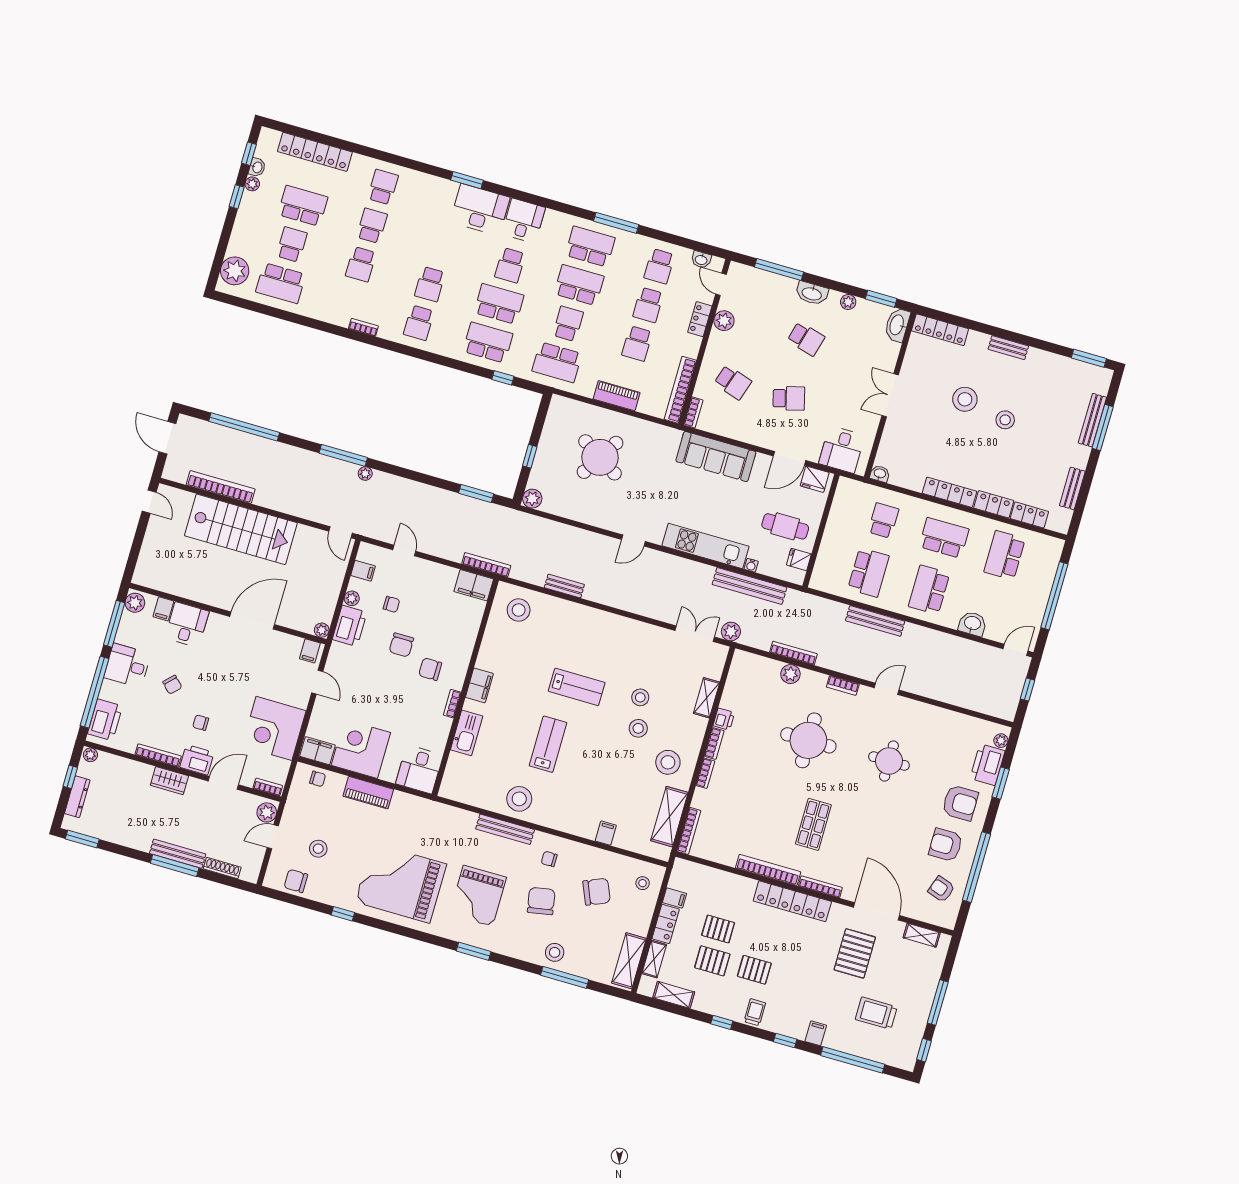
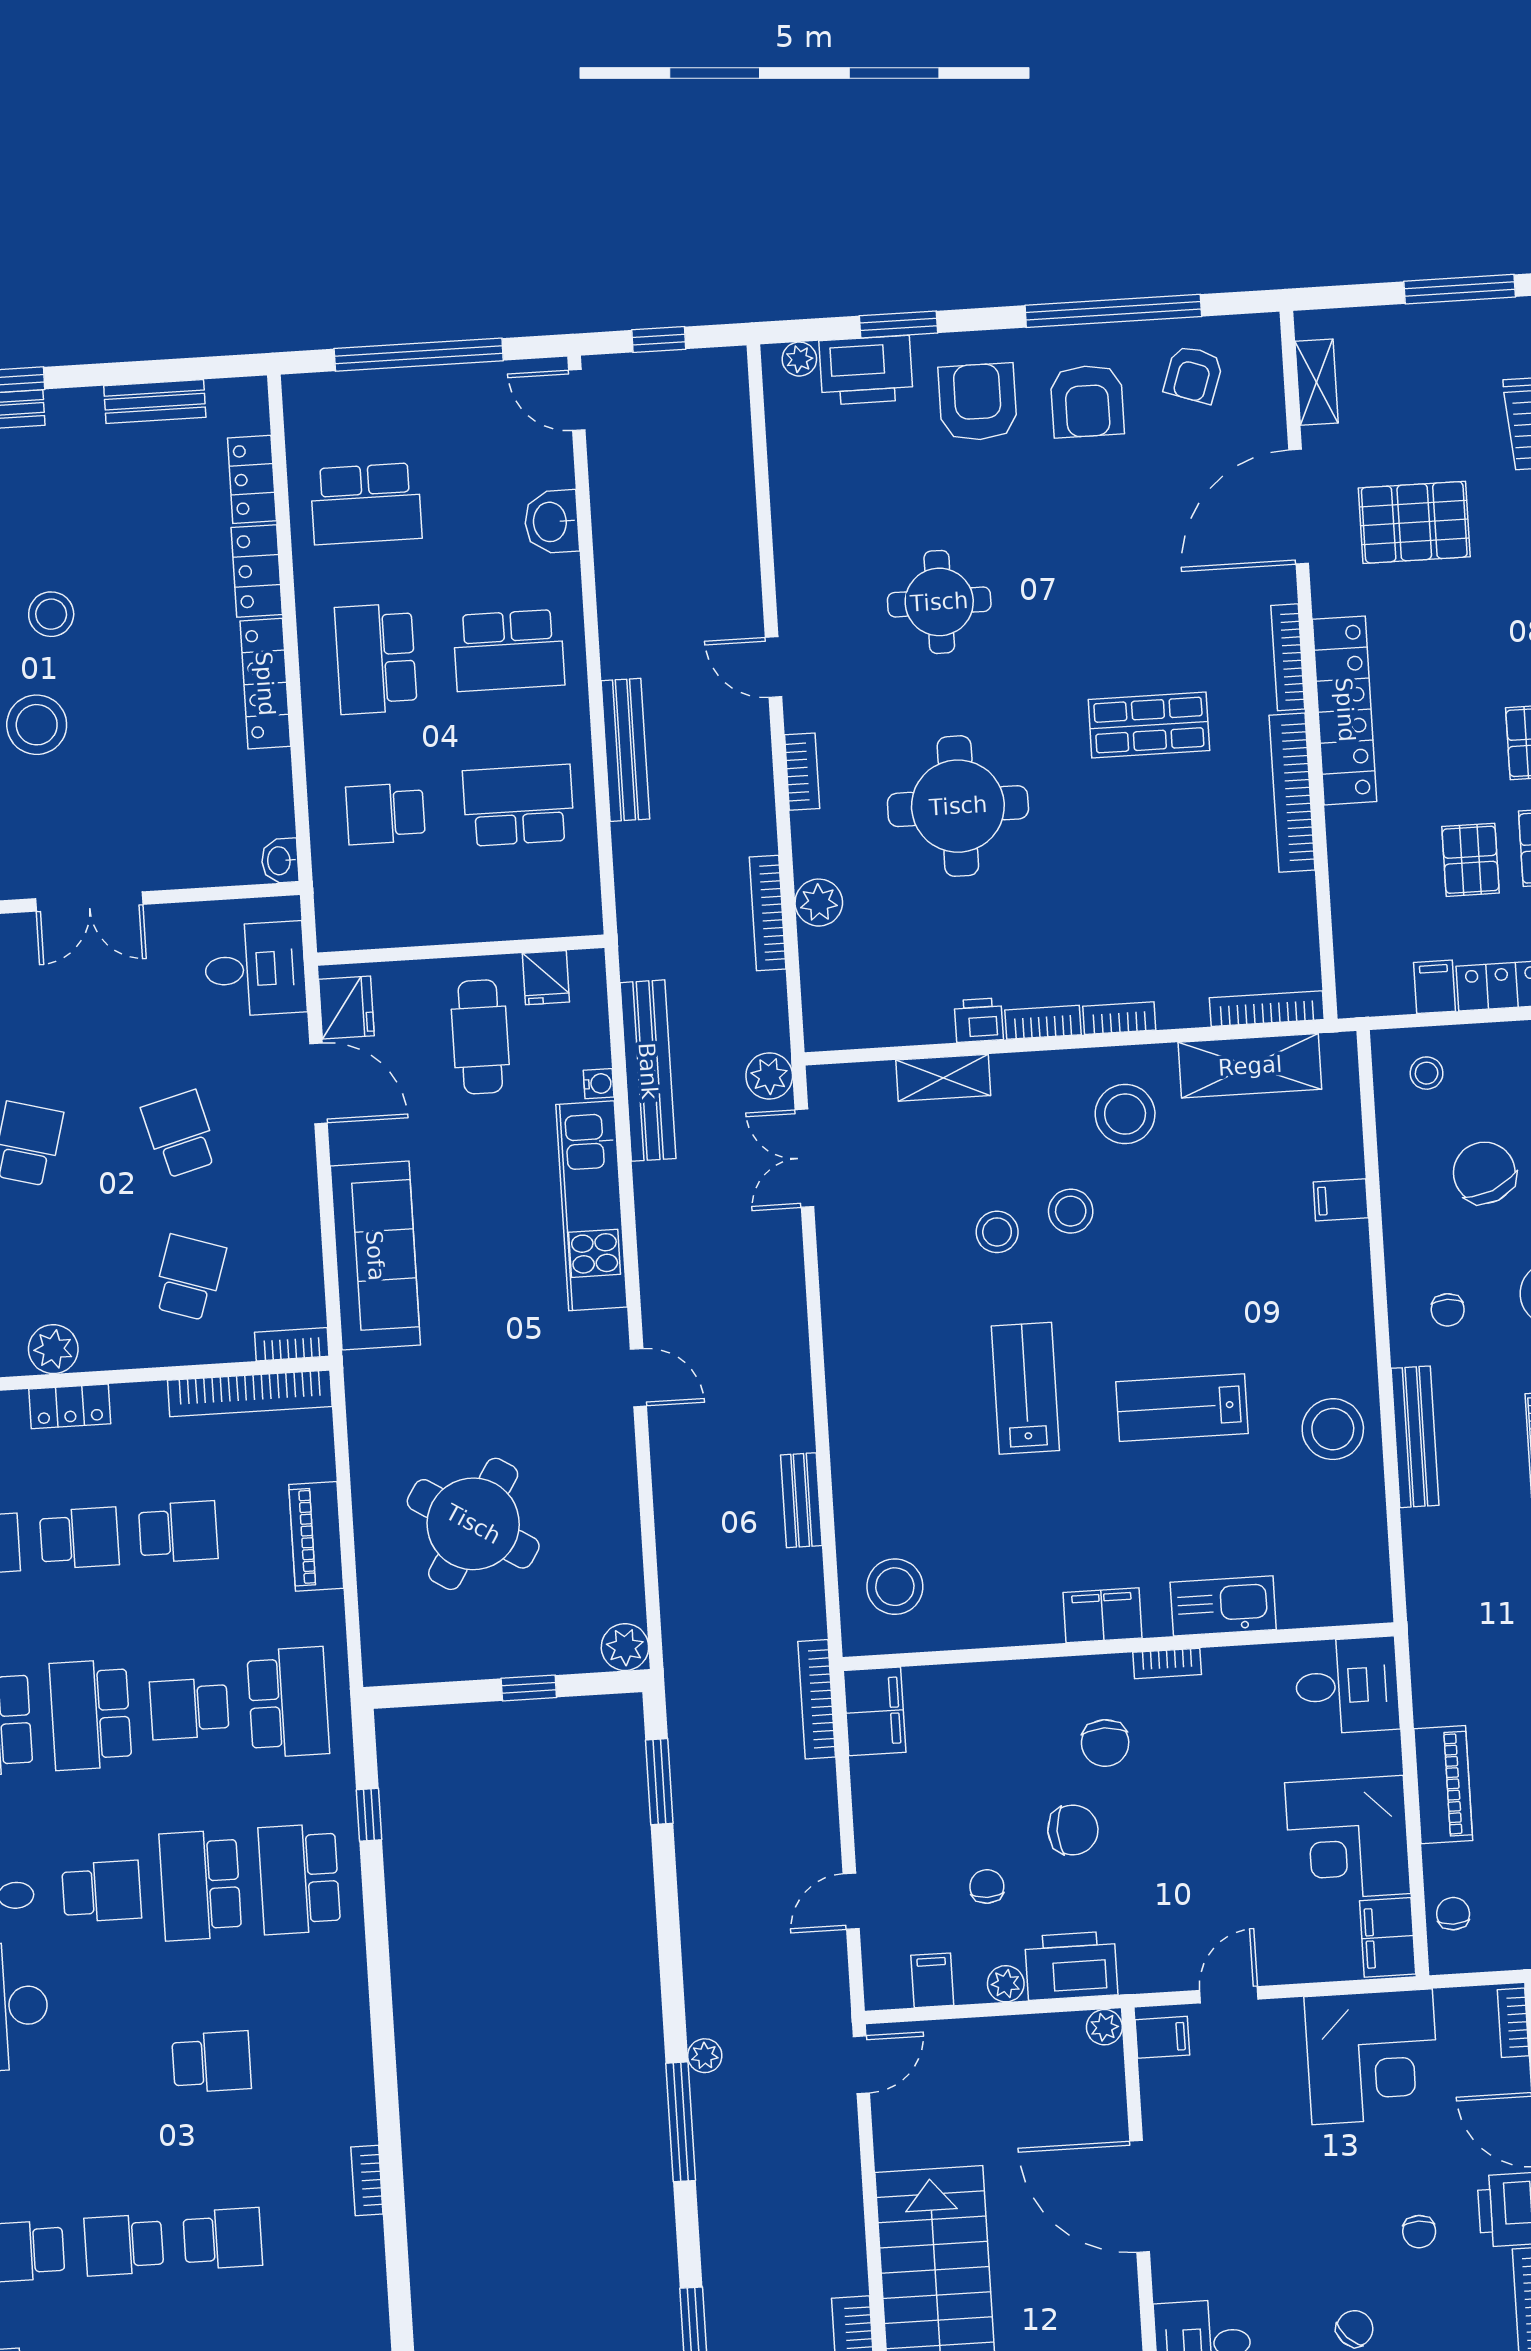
school desk: (419, 323) -> (310, 2056), removed

